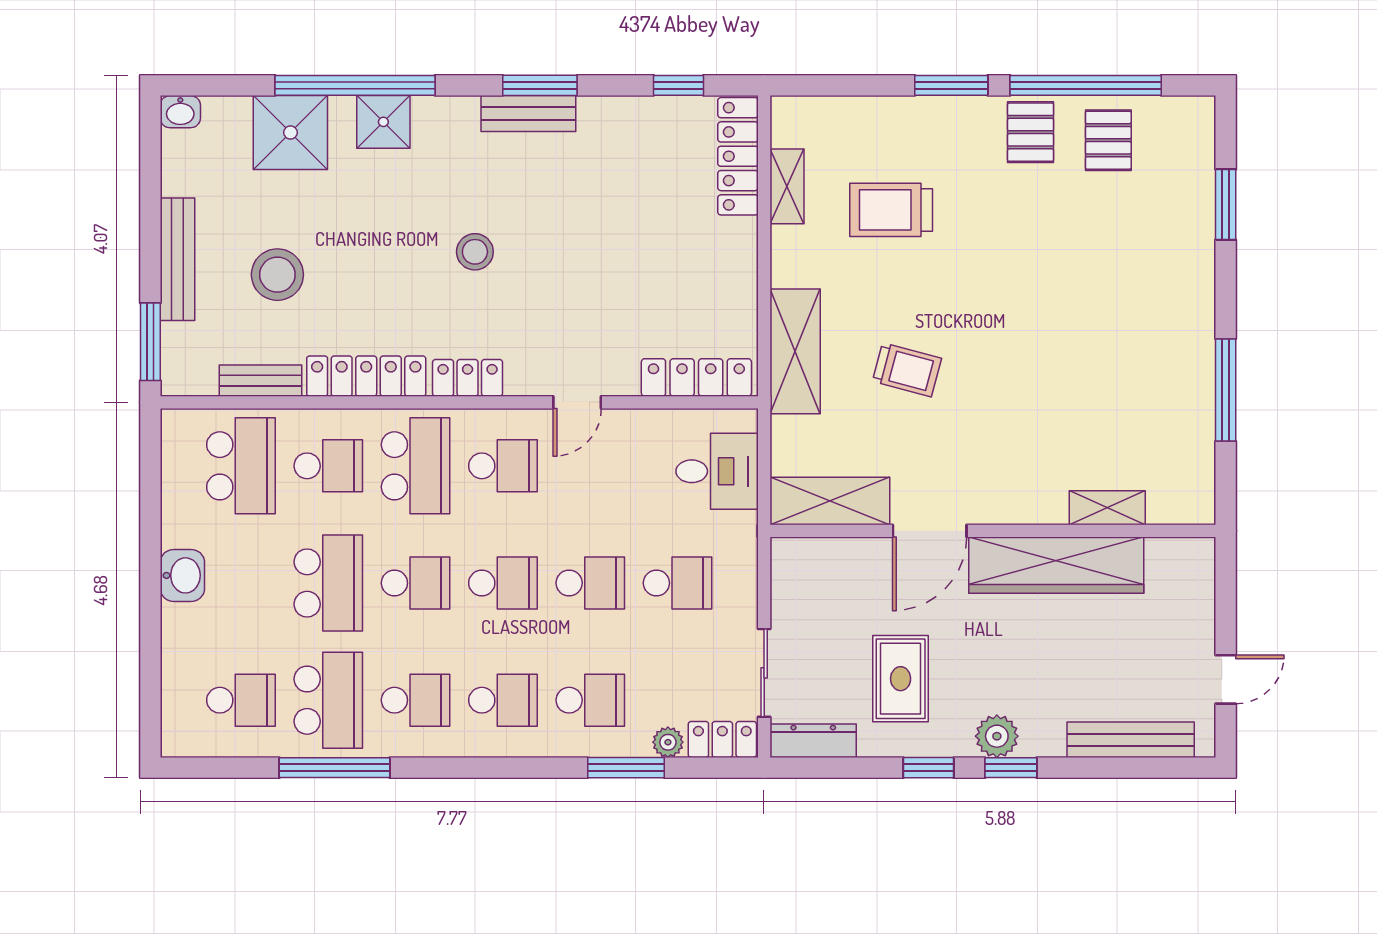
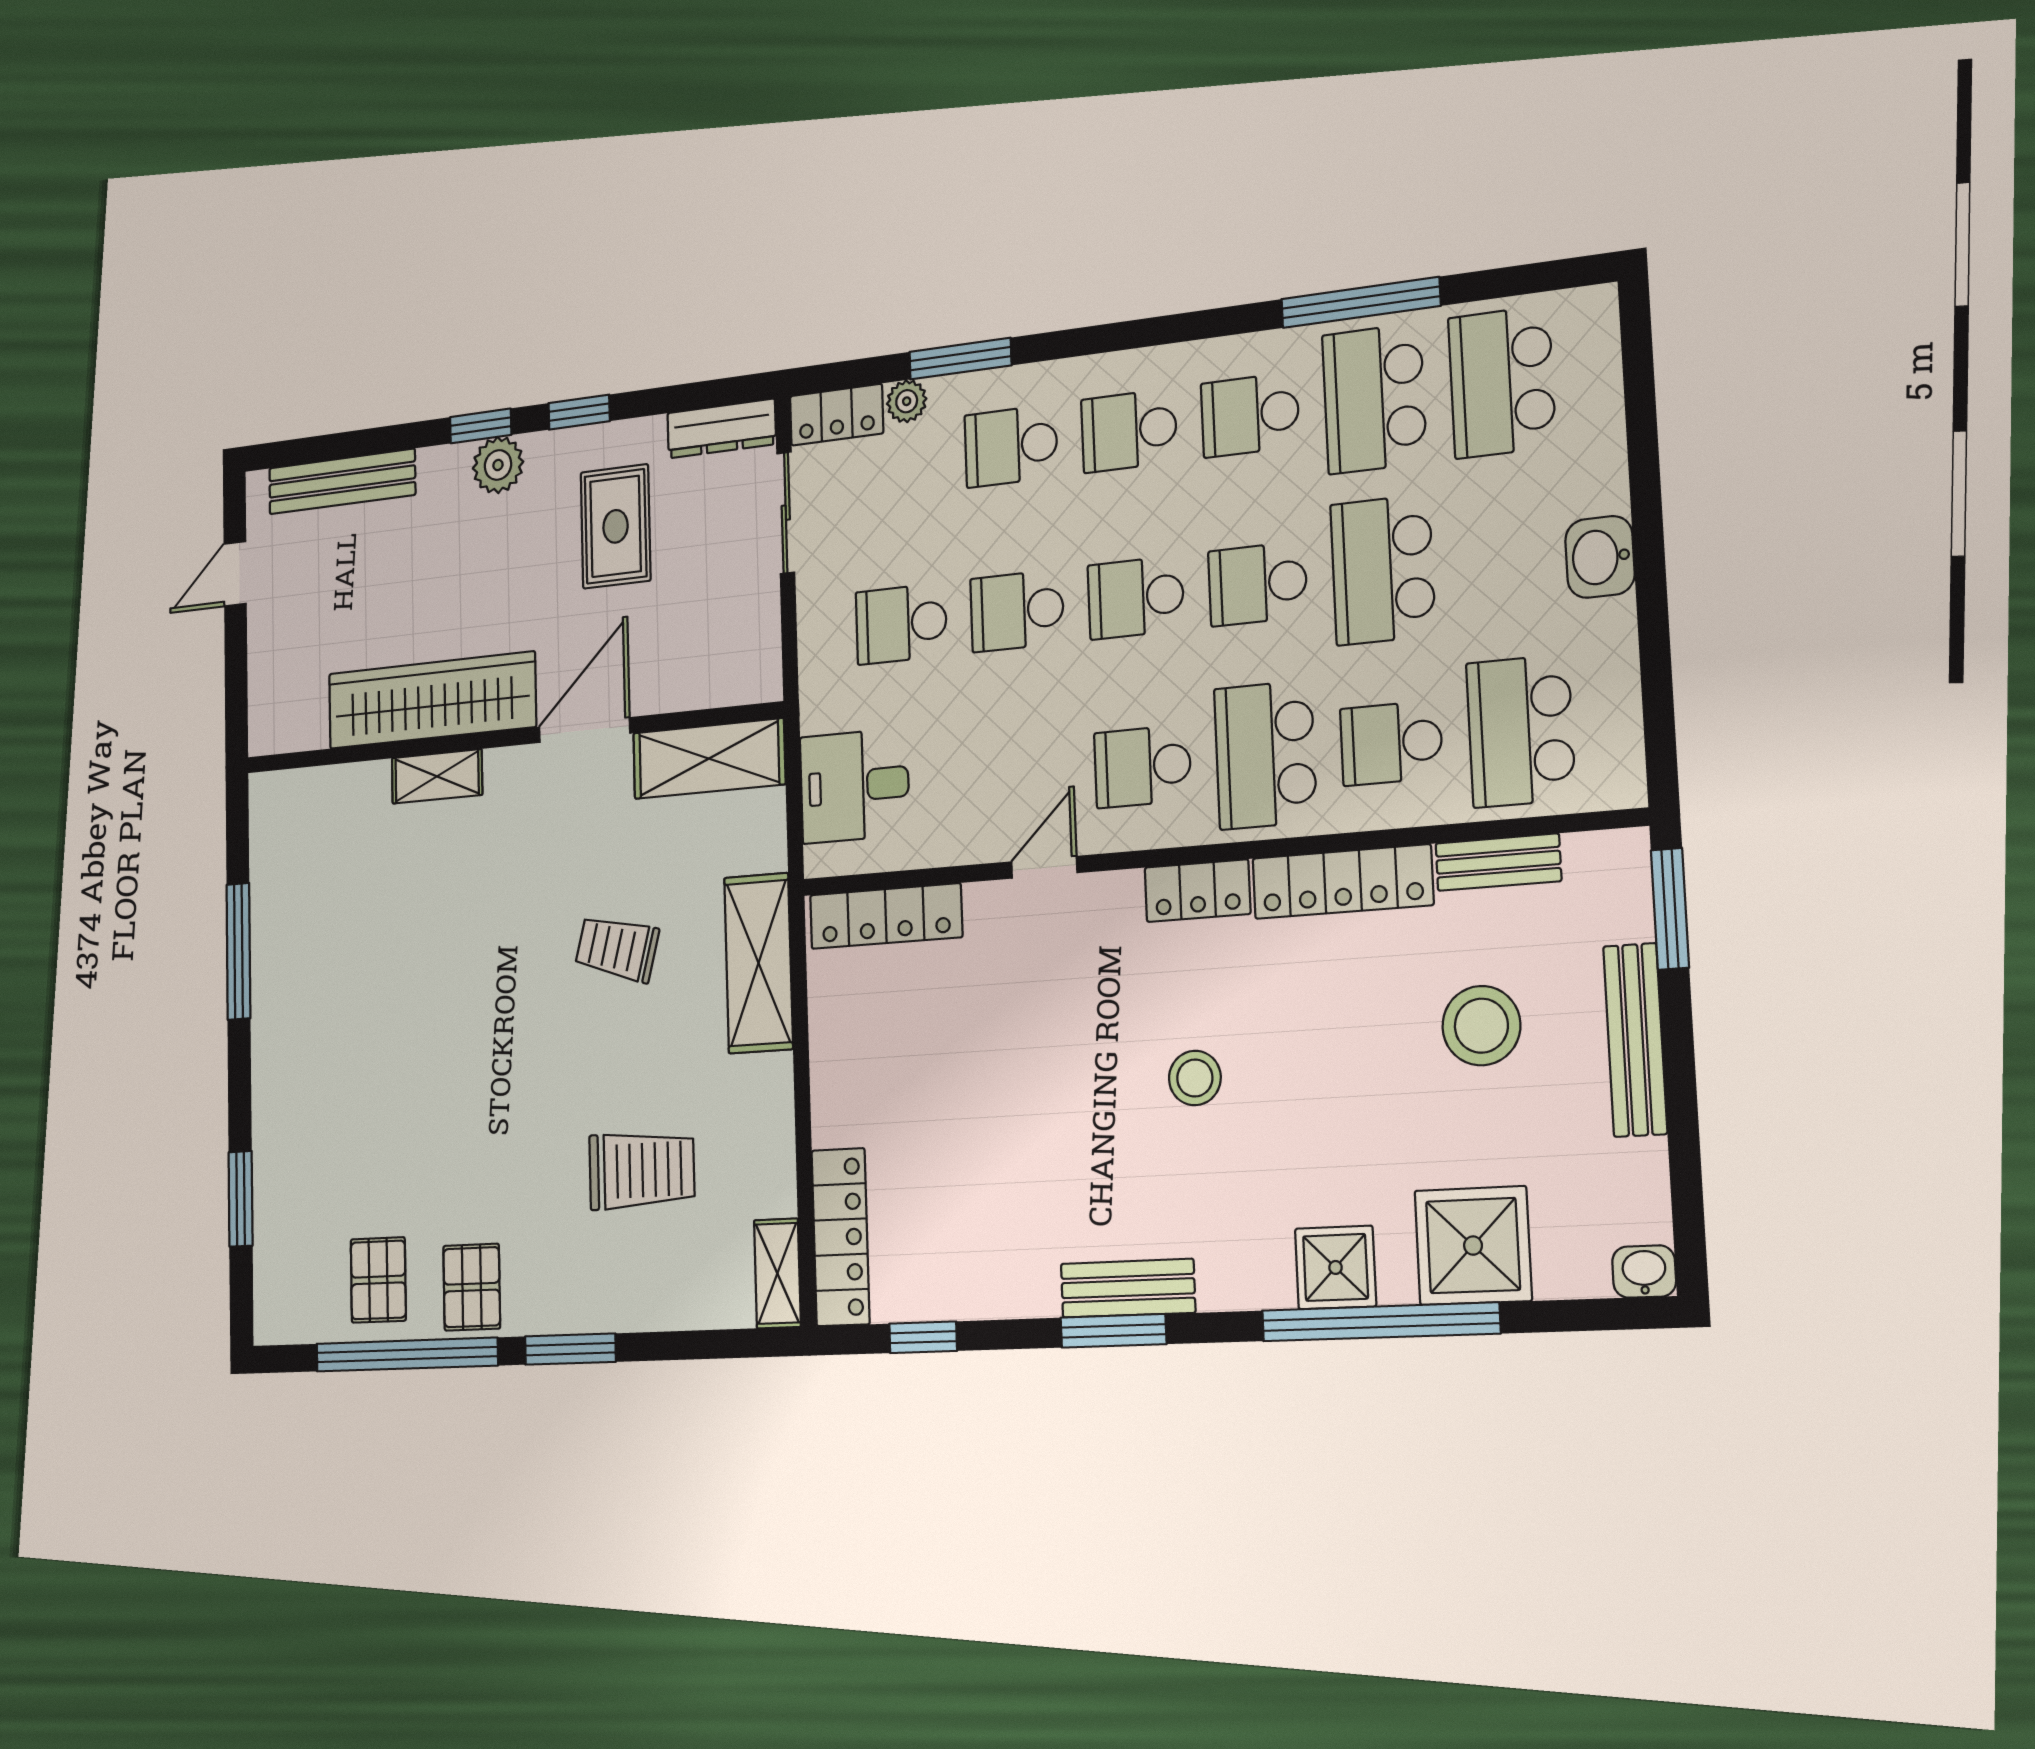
shelving: (787, 186) -> (777, 1273), moved
shelving: (1107, 508) -> (437, 776), moved
school desk: (241, 700) -> (1502, 382), width x1.85

